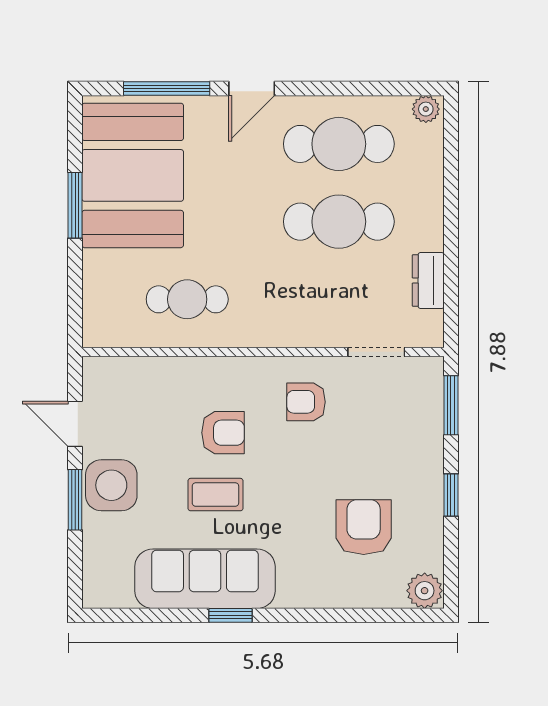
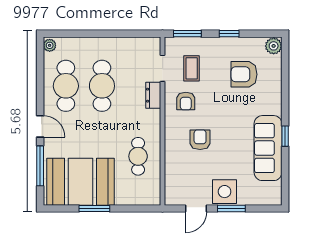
dresser: (428, 281) -> (153, 95), moved, turned 90
coffee table: (215, 495) -> (192, 68), moved

